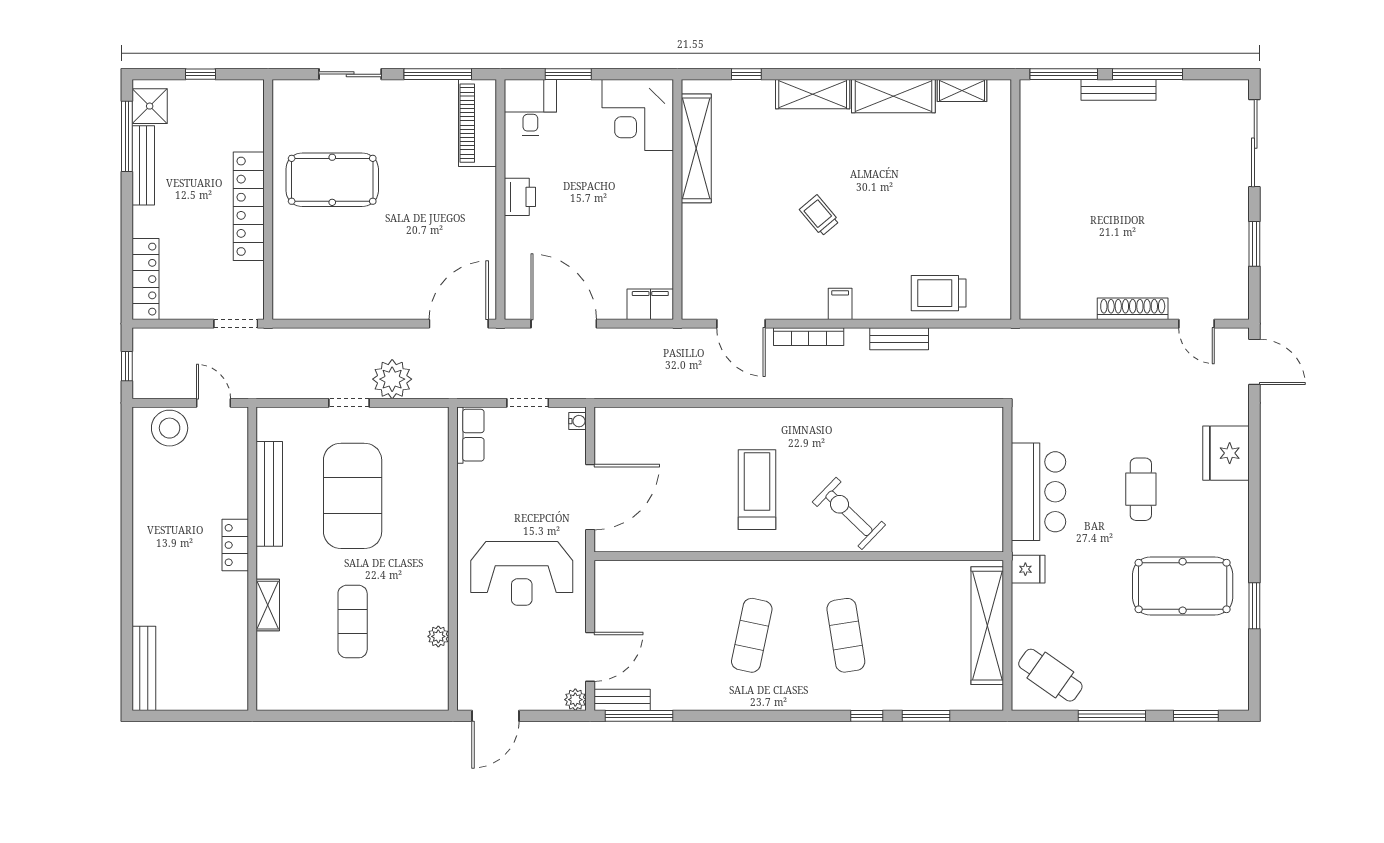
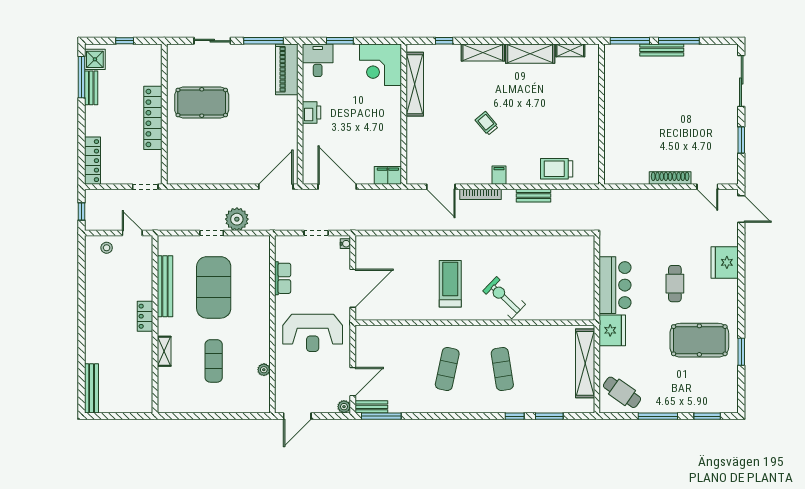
bench: (143, 165) -> (91, 88), width x0.73
stool: (170, 428) -> (107, 248), width x0.53, depth x0.53
row of seats: (470, 435) -> (283, 278), moved
fridge: (1028, 569) -> (612, 330), width x1.88, depth x1.34

